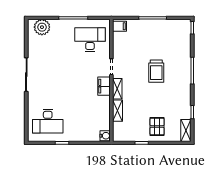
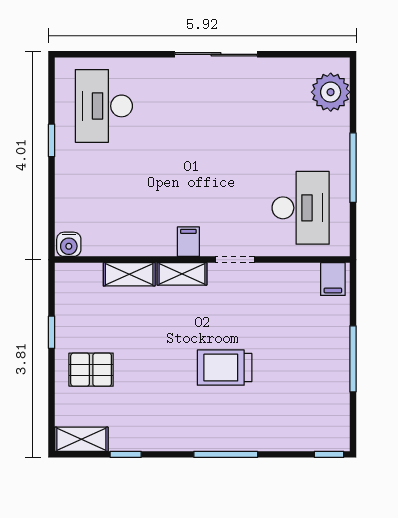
filing cabinet: (104, 86) -> (188, 242), width x0.50

